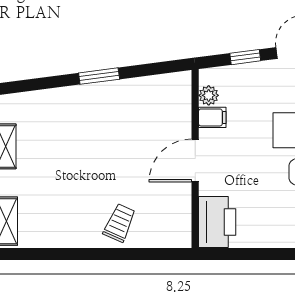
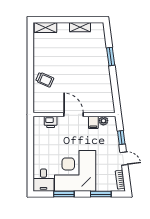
window: (99, 76) -> (111, 57), moved
printer: (217, 222) -> (51, 122), width x0.53, depth x0.68

